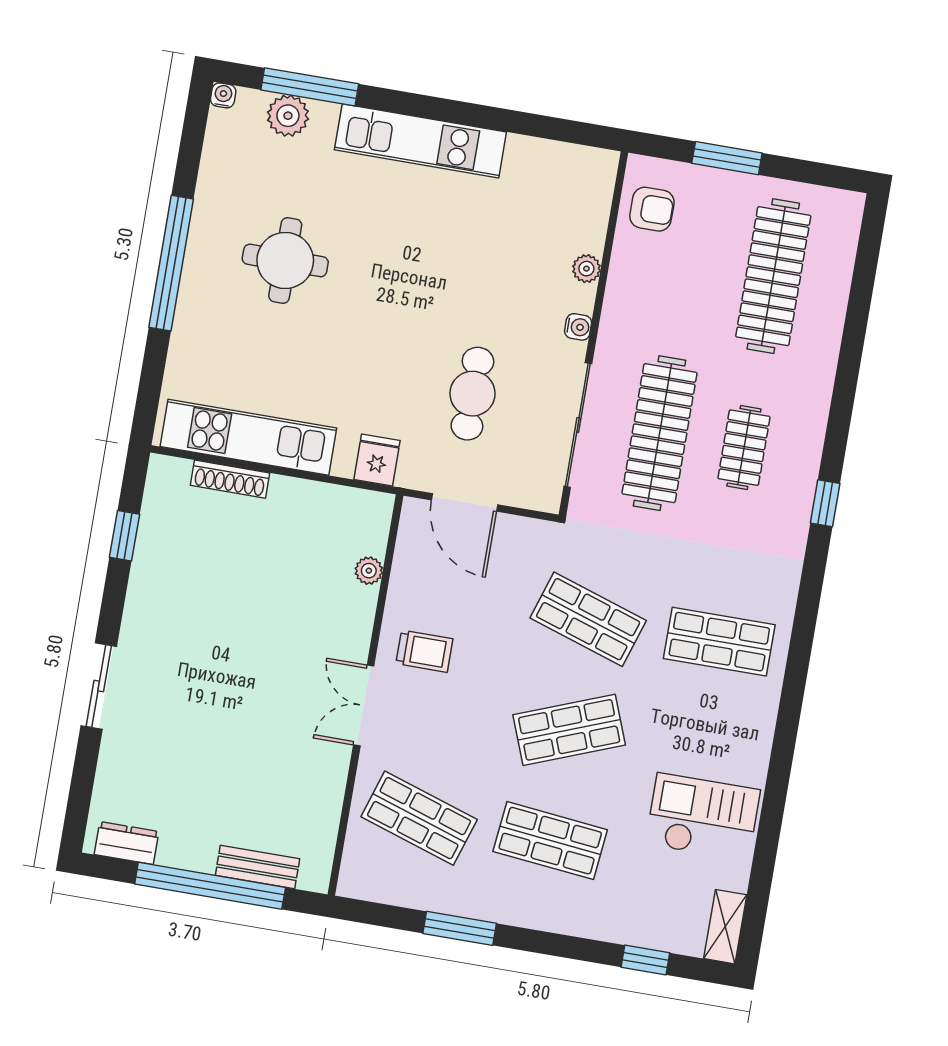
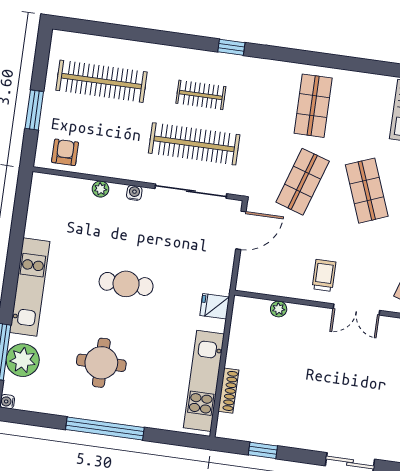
plant: (288, 116) -> (23, 360), width x1.36, depth x1.36
cafe table: (472, 394) -> (126, 284), moved
door: (464, 502) -> (241, 230), moved

